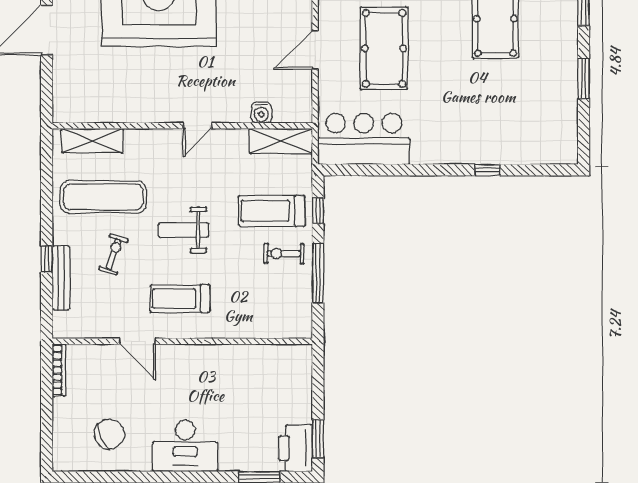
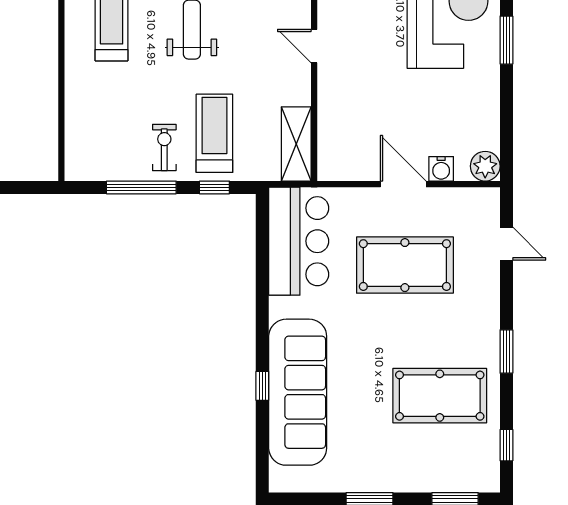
water cooler: (261, 113) -> (441, 169), moved, turned -90
sofa: (493, 140) -> (298, 392), added

